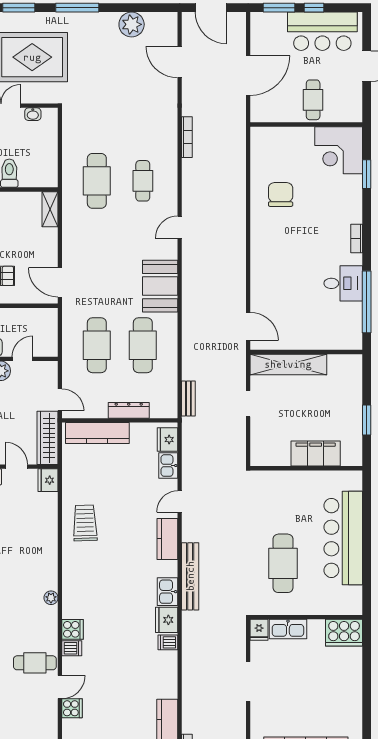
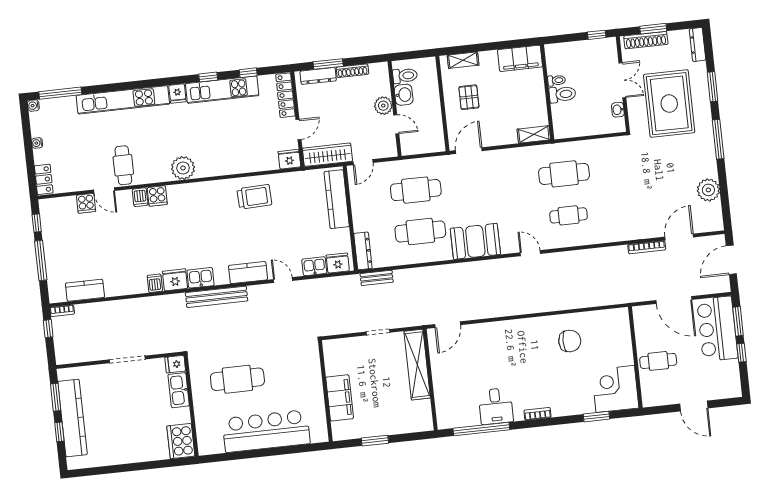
bar counter: (322, 31) -> (717, 329), moved
bookcase: (187, 137) -> (647, 247), moved
dresser: (129, 410) -> (363, 251), moved
plant: (51, 598) -> (183, 168), width x1.87, depth x1.87

